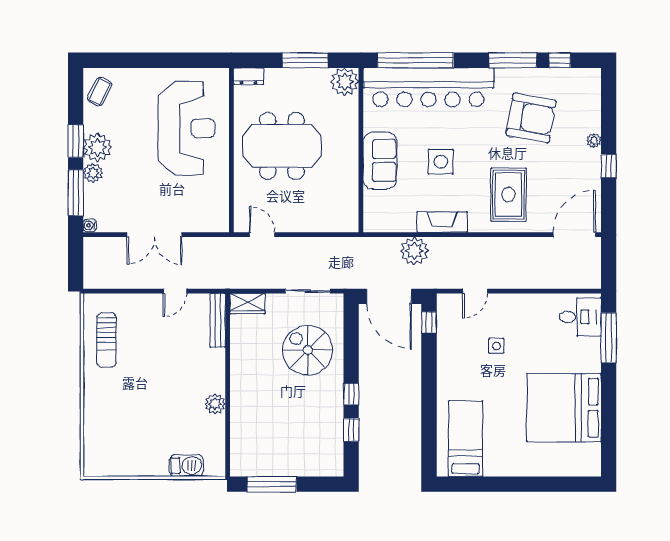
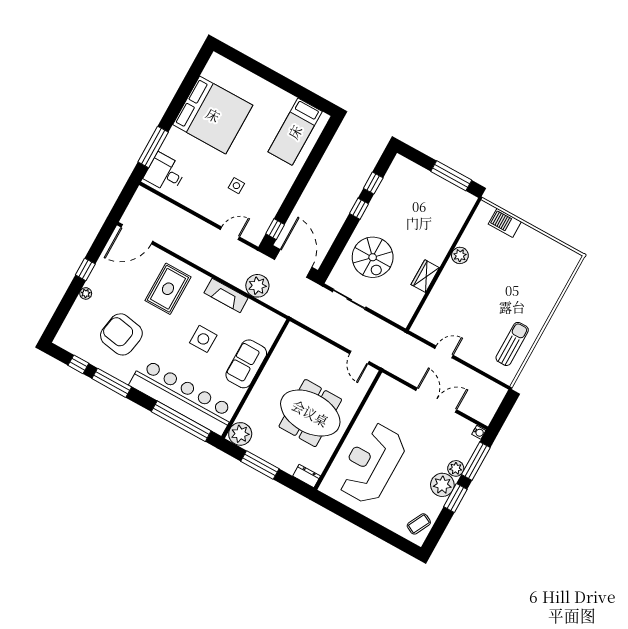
wardrobe: (247, 303) -> (425, 276), moved, turned -90
bench: (218, 320) -> (425, 314), removed

